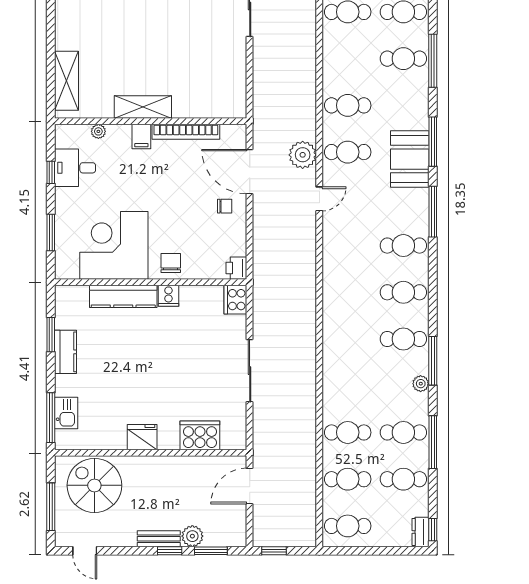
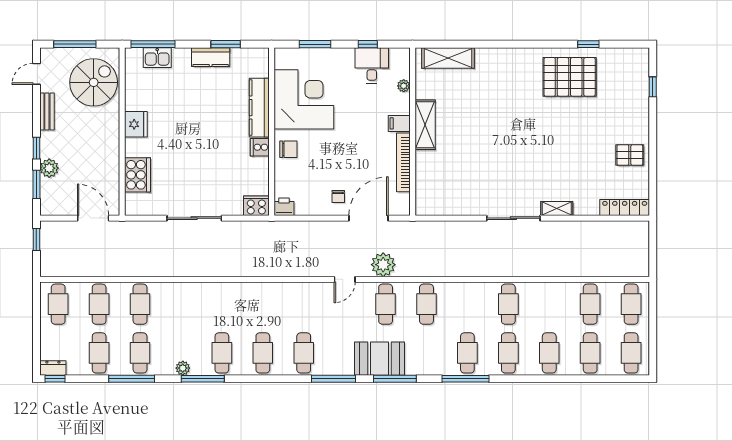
door: (319, 199) -> (345, 279), hinge flipped
bench: (159, 539) -> (47, 111), moved

